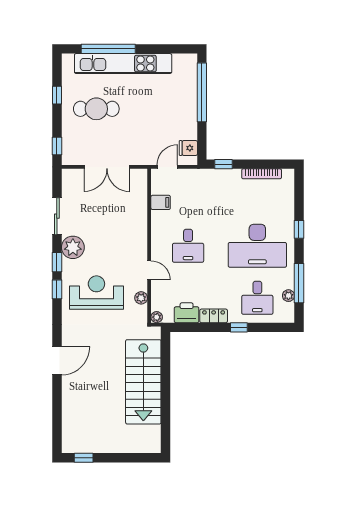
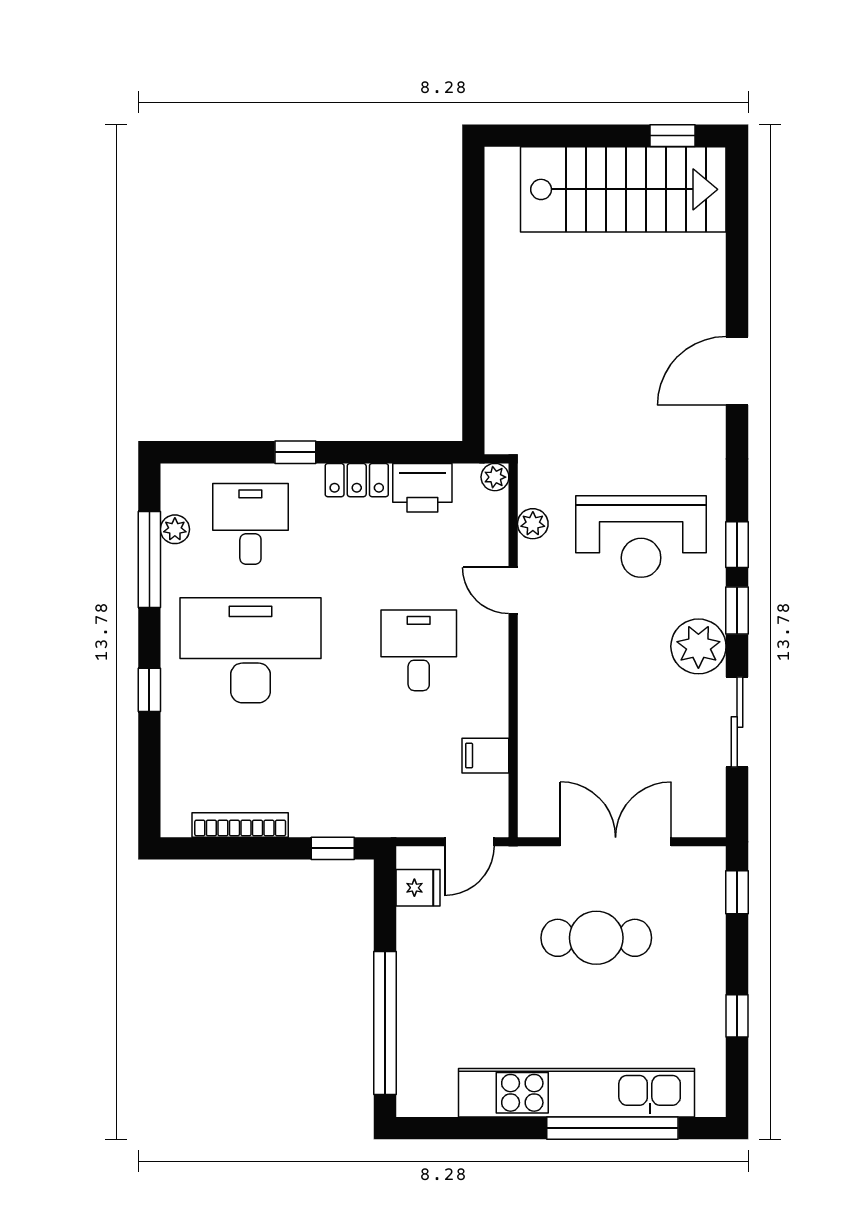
cafe table: (96, 109) -> (596, 938), moved
stairs: (143, 382) -> (623, 189), moved, turned 90

